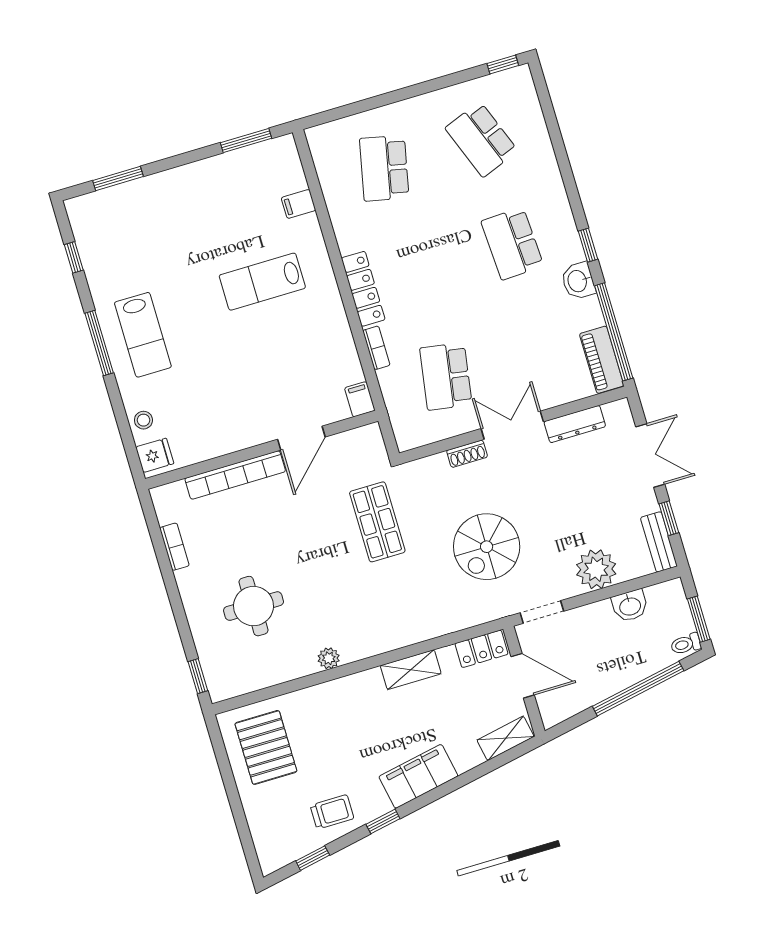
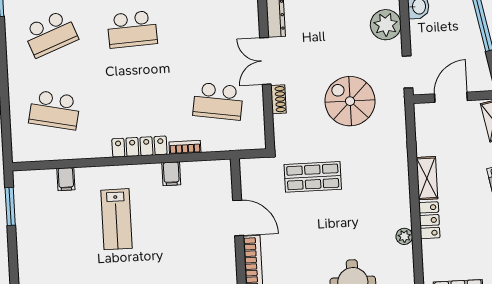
filing cabinet: (360, 399) -> (171, 174), moved, turned -90
spiral stairs: (487, 547) -> (350, 101), turned 180
locker: (481, 649) -> (429, 220), moved

